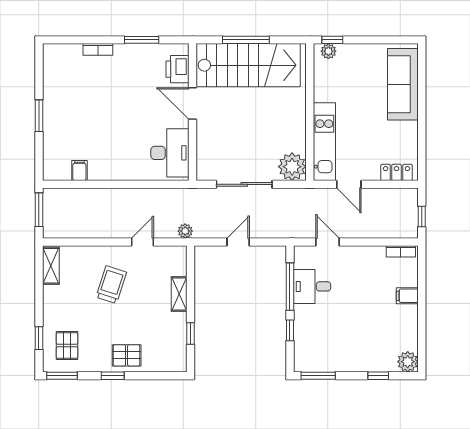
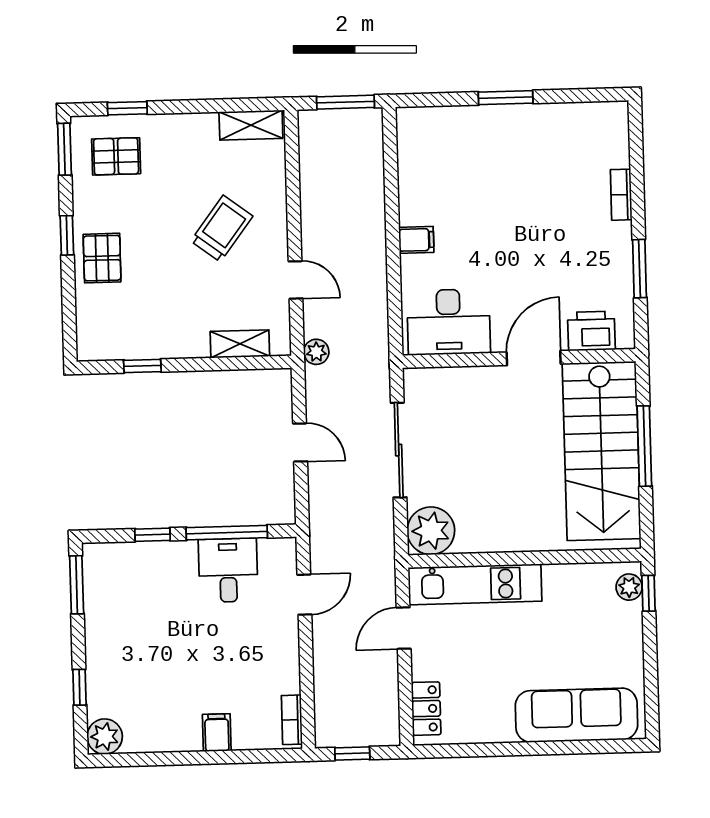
filing cabinet: (79, 171) -> (416, 240), moved
trolley: (111, 285) -> (222, 229), turned -71
shelving: (179, 294) -> (240, 344), moved

